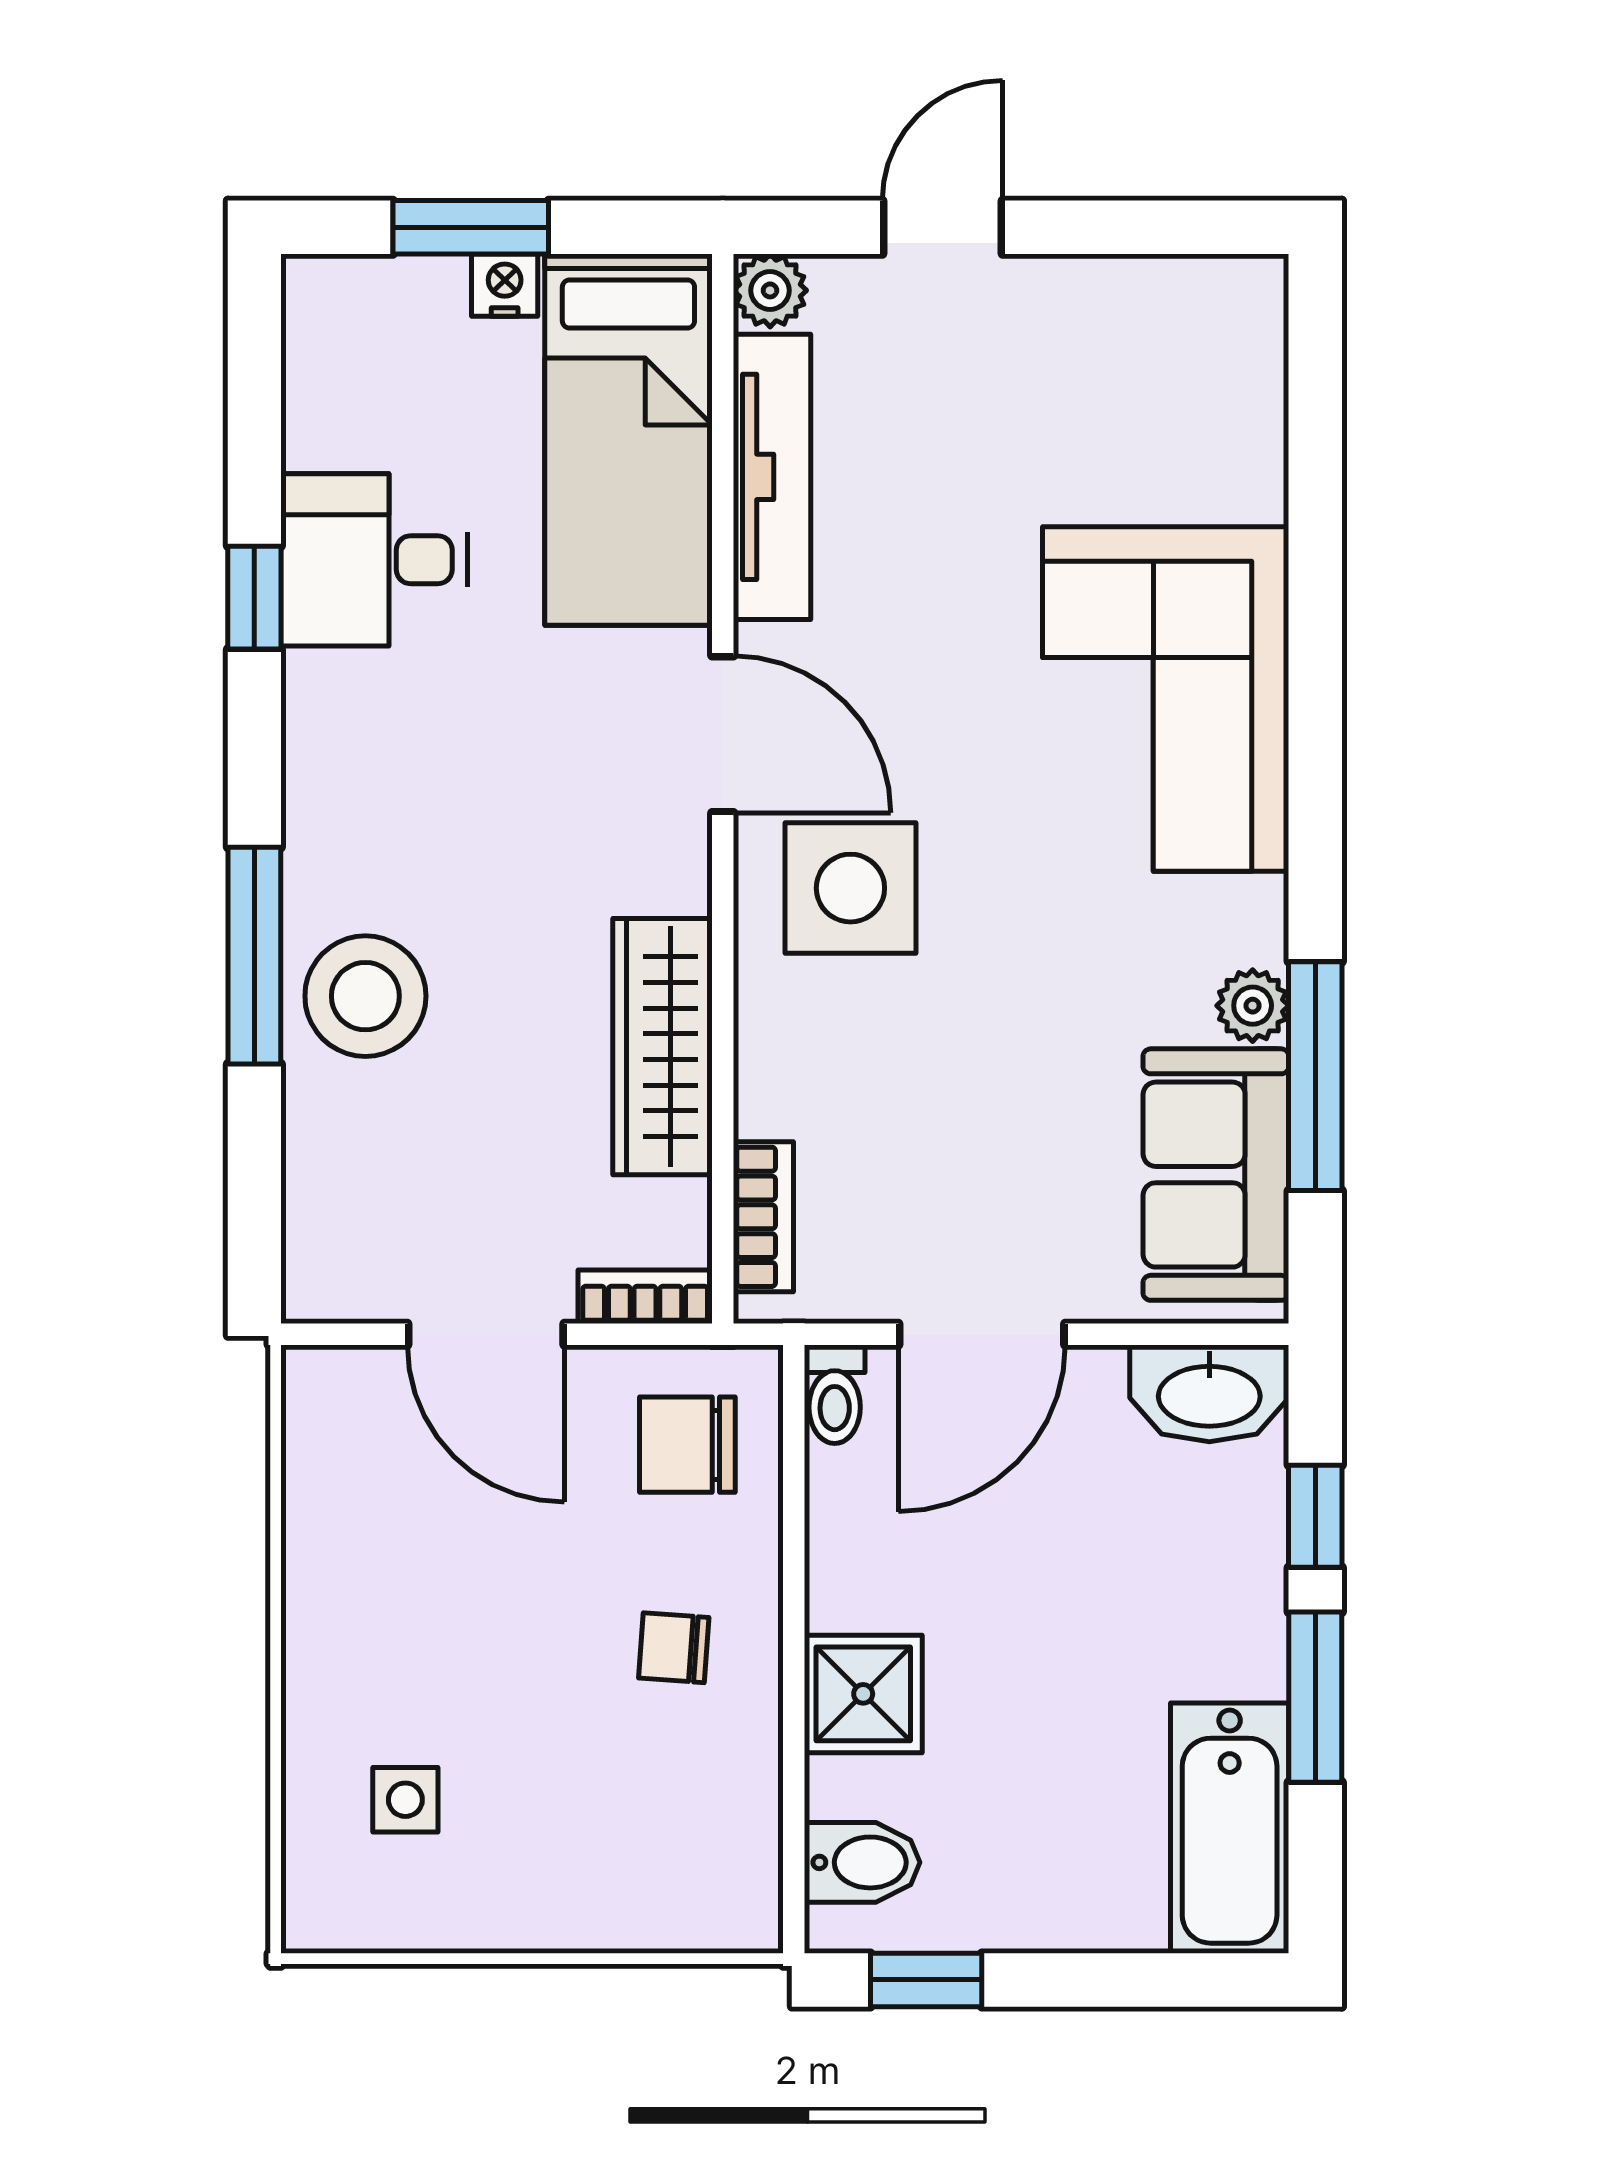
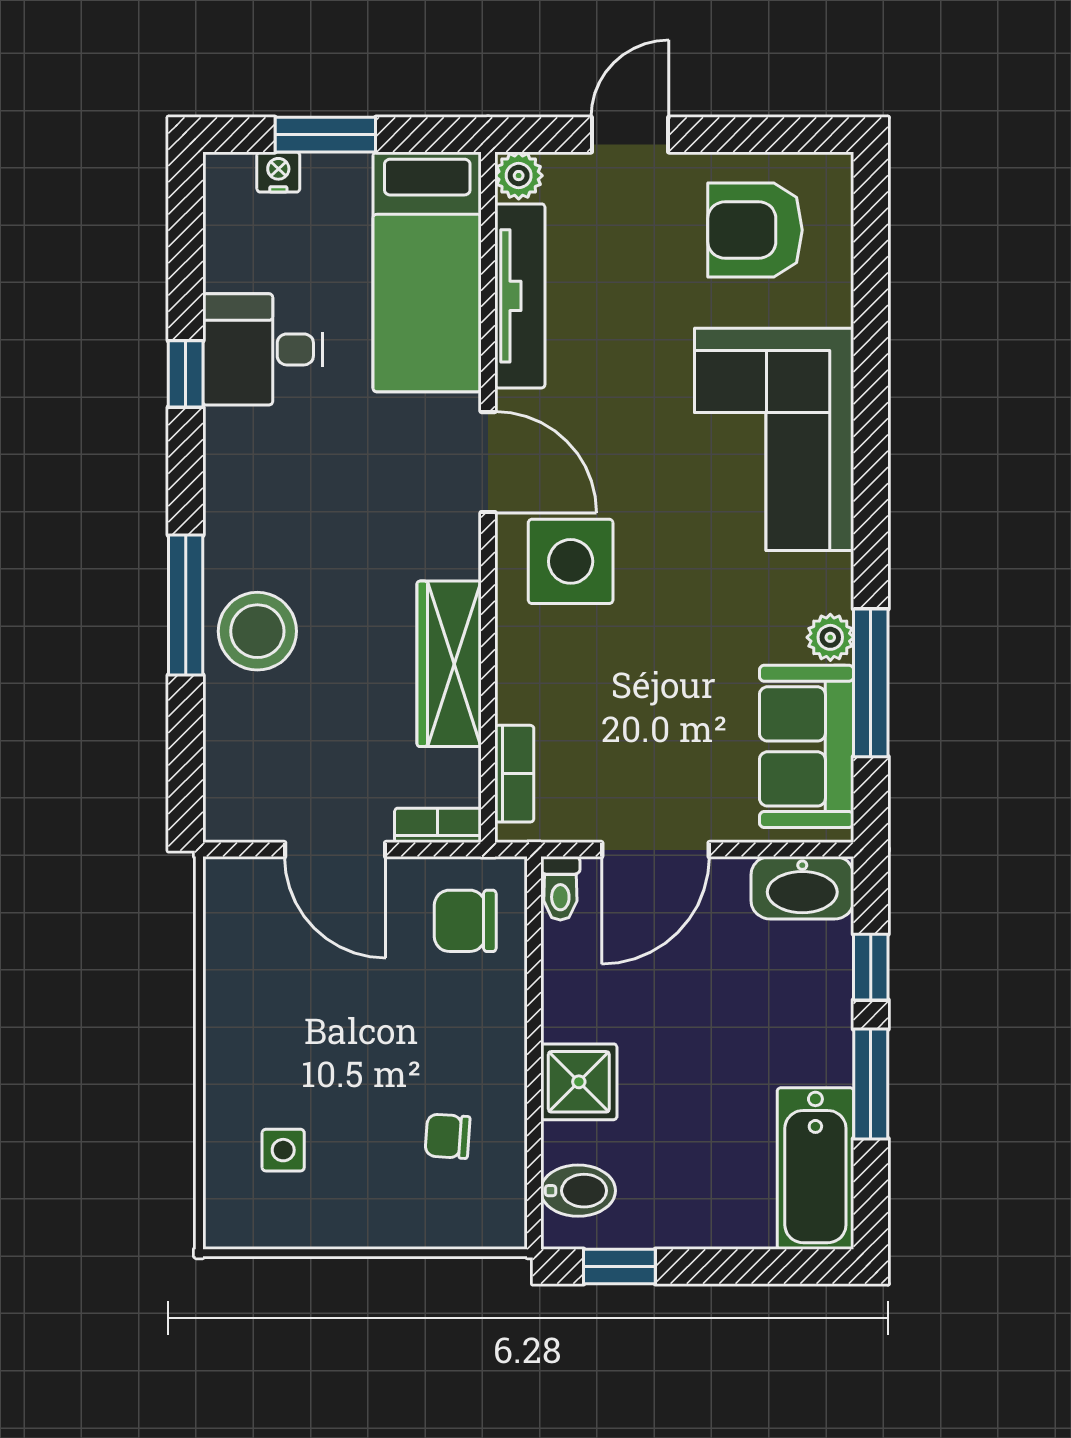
nightstand: (505, 285) -> (278, 172), moved
armchair: (1136, 375) -> (755, 230), added
chair: (674, 1648) -> (447, 1136), moved

